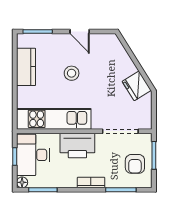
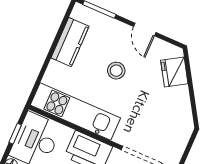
fridge: (137, 86) -> (174, 72), moved

